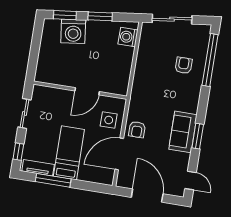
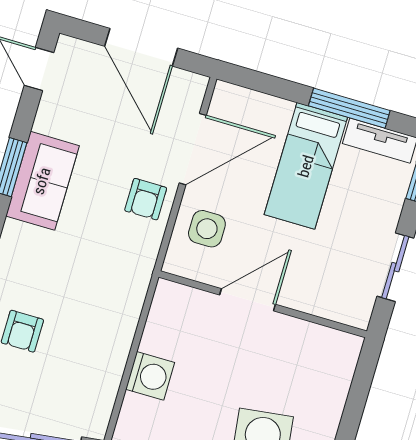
washing machine: (128, 37) -> (150, 376), moved
armchair: (137, 130) -> (146, 199), turned 180

